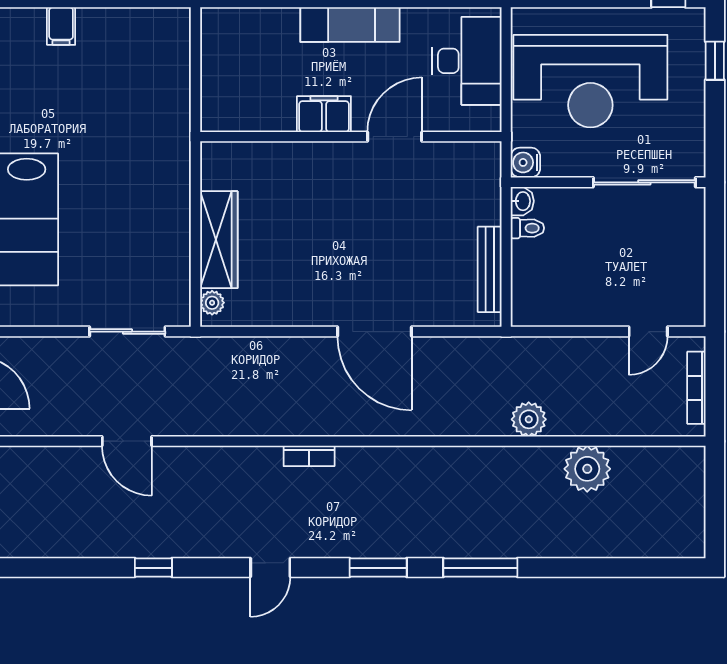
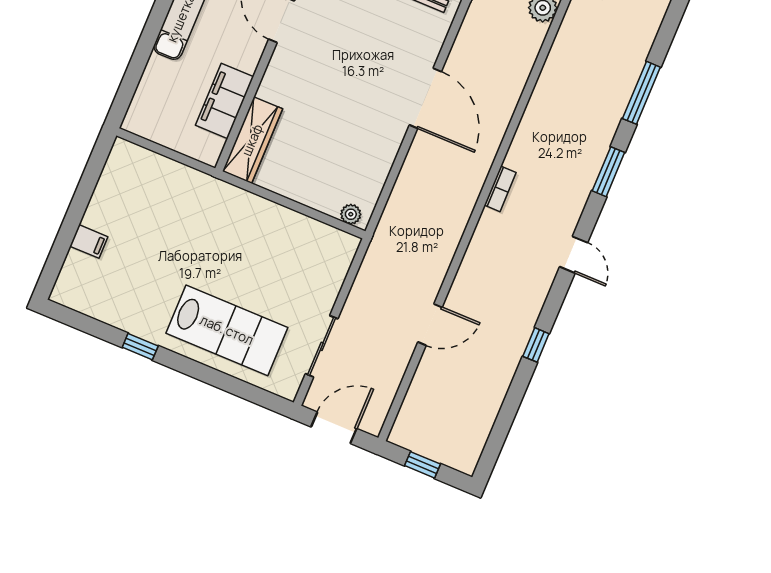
filing cabinet: (324, 114) -> (225, 101), moved, width x1.50, depth x1.17
wardrobe: (219, 240) -> (252, 140), moved, turned 90
sliding door: (127, 332) -> (322, 346), moved
door: (375, 332) -> (425, 98), hinge flipped

